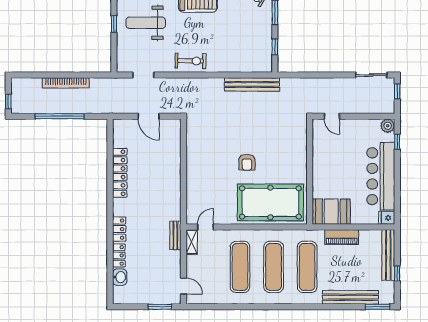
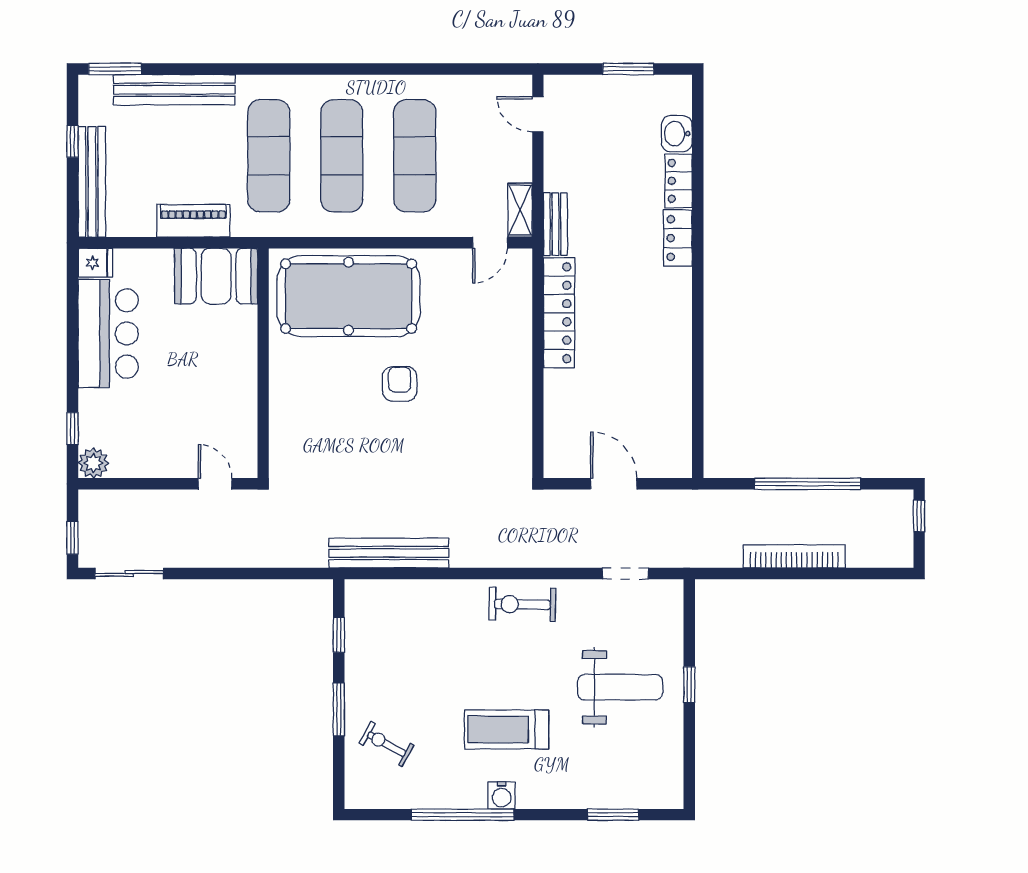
locker: (120, 173) -> (559, 313), moved, turned 180
bar counter: (381, 176) -> (108, 333), width x0.73
window: (160, 307) -> (628, 69), moved

